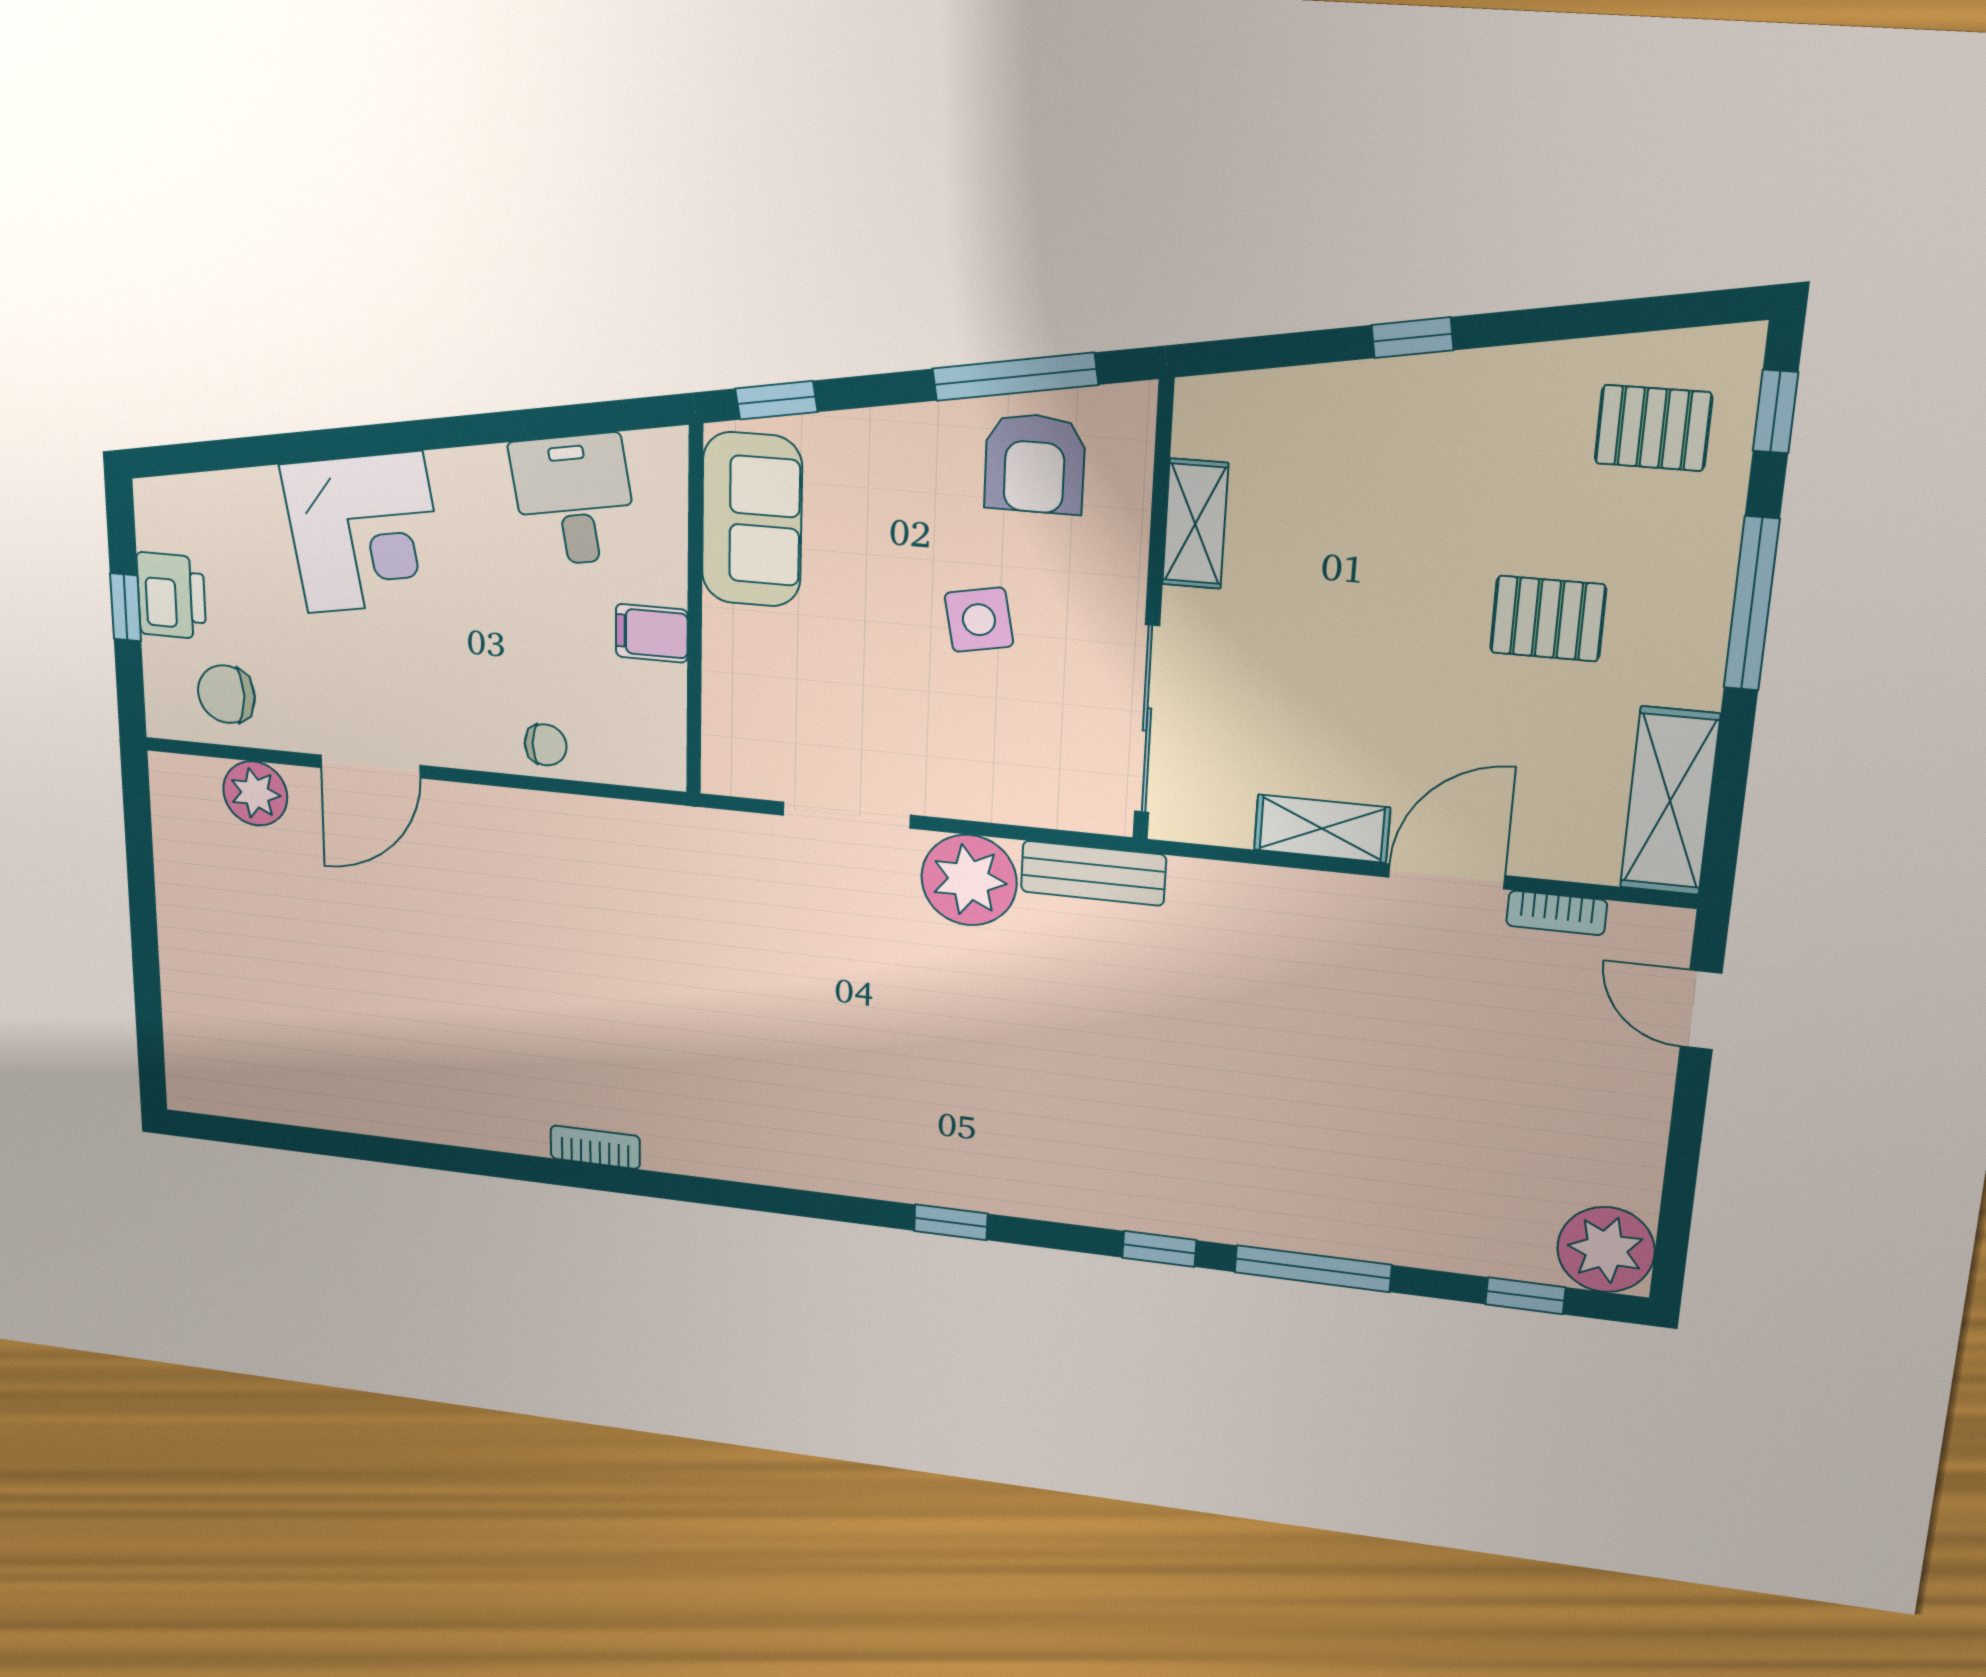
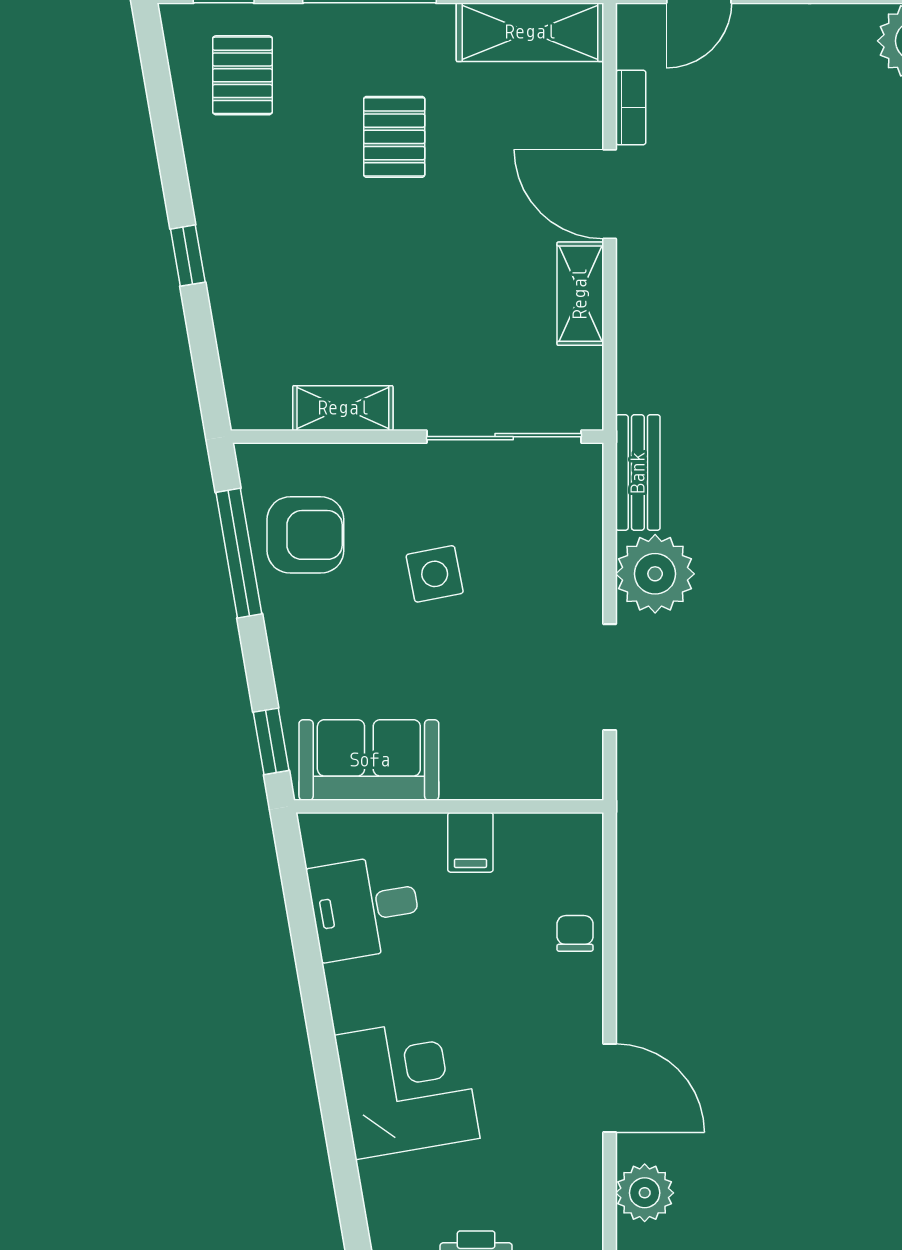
chair: (226, 694) -> (558, 1215), removed

